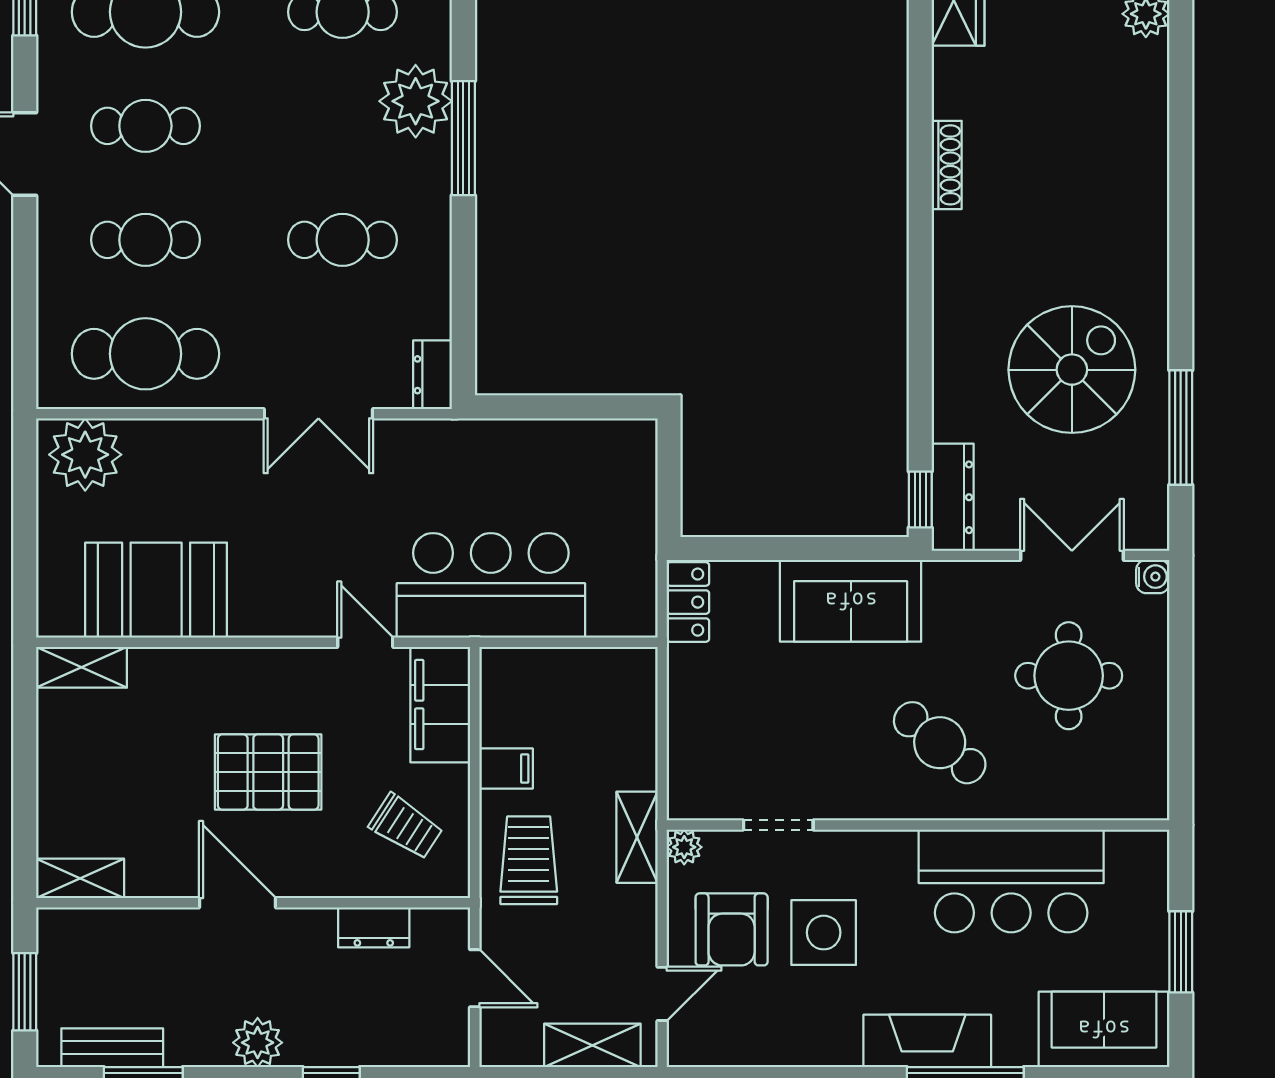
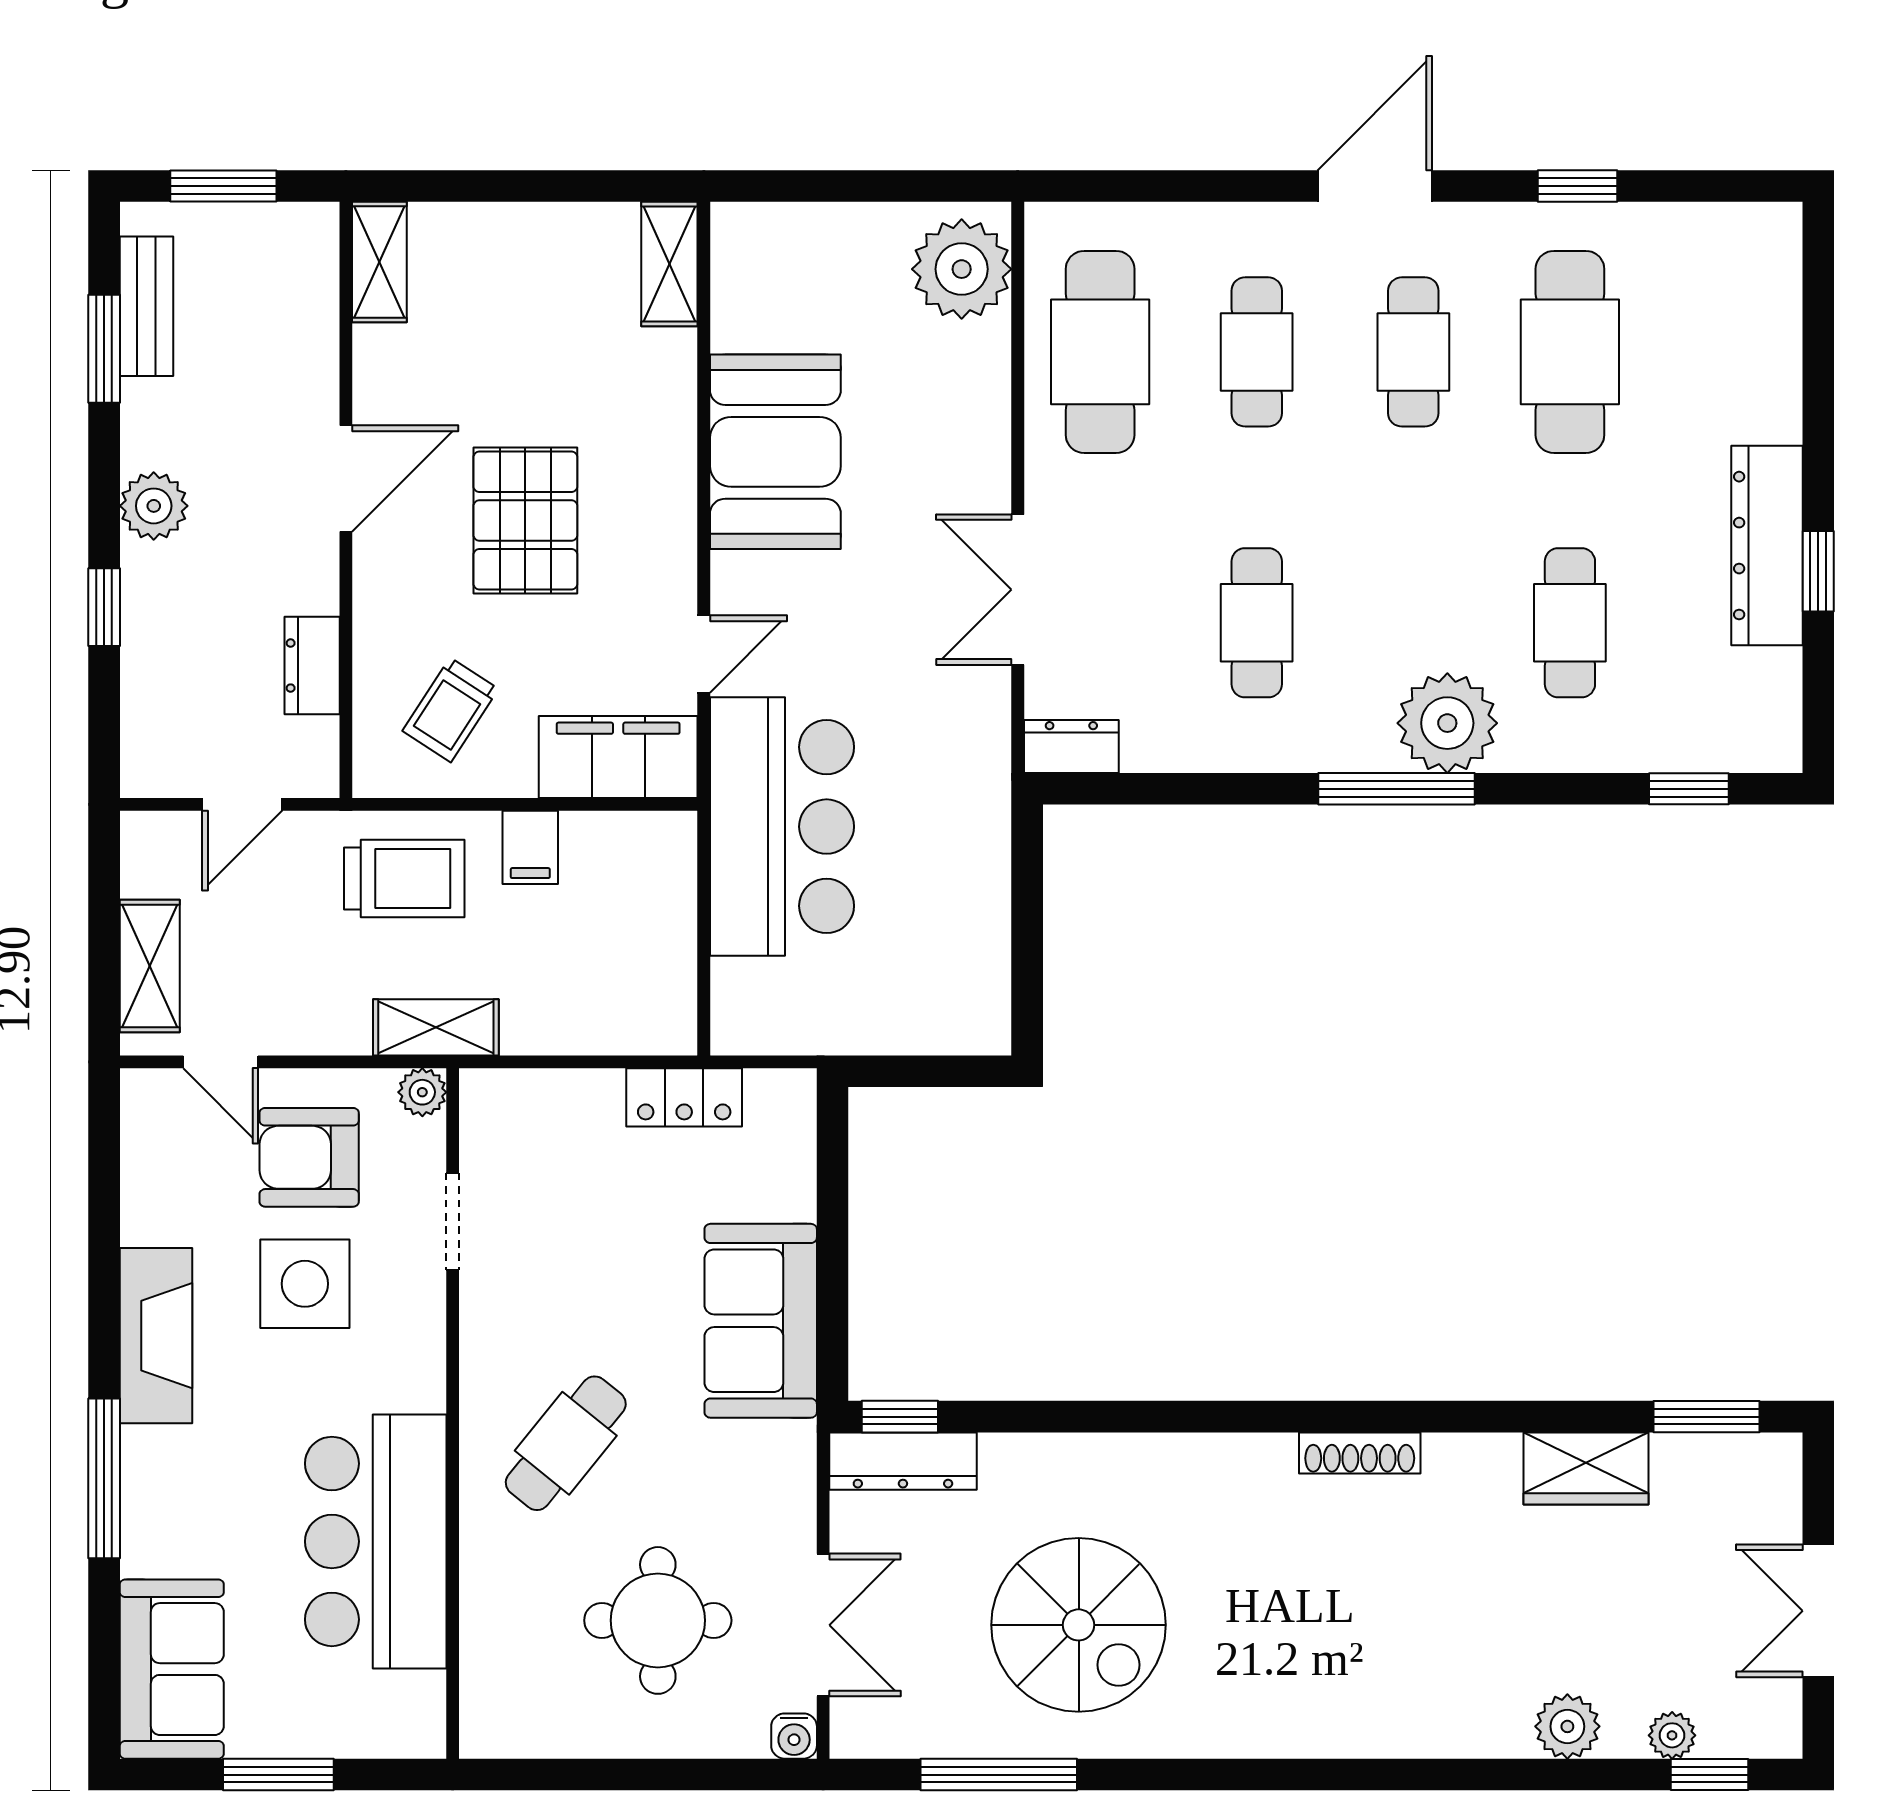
booth: (156, 590) -> (775, 452), moved
locker: (688, 602) -> (684, 1097), moved
fireplace: (927, 1041) -> (156, 1336), moved

